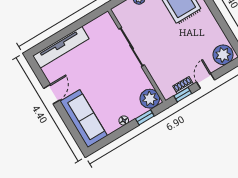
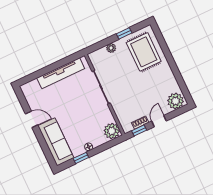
tv unit: (61, 47) -> (61, 73), moved
door: (52, 94) -> (32, 119), hinge flipped
window: (145, 117) -> (81, 158), moved

